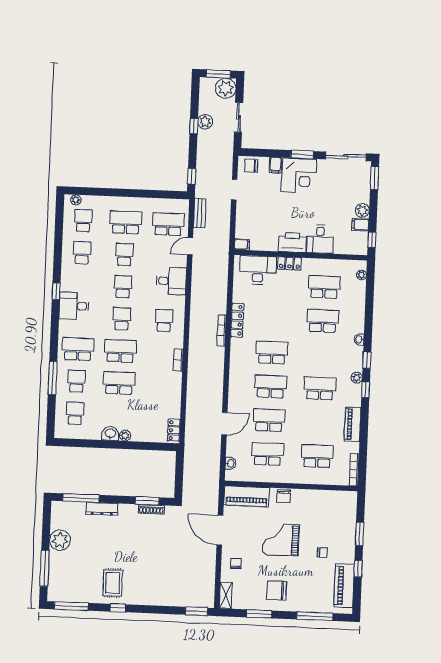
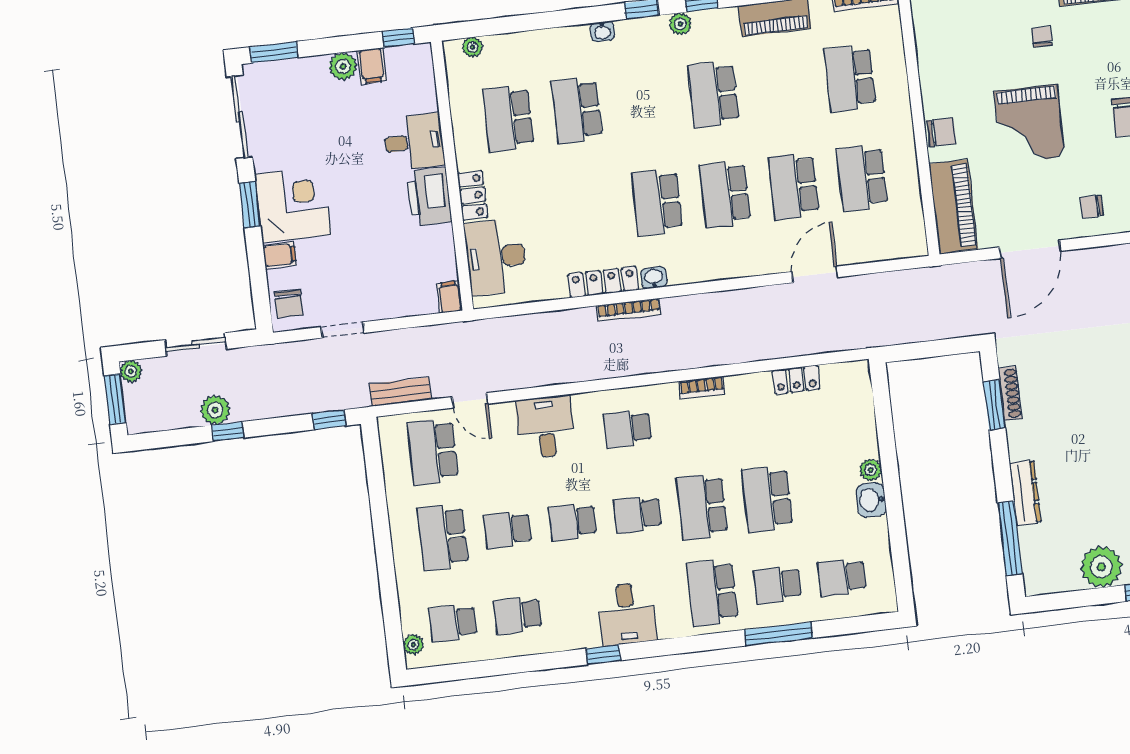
plant: (226, 88) -> (131, 371), width x0.53, depth x0.53
door: (224, 424) -> (815, 274), hinge flipped
locker: (174, 430) -> (796, 380), moved
washbasin: (230, 463) -> (654, 278), moved

